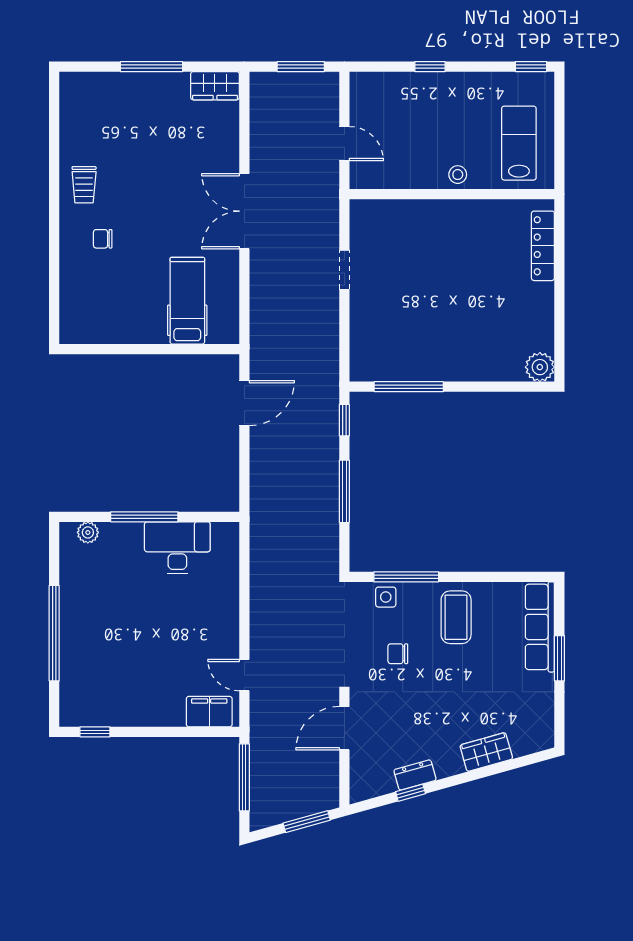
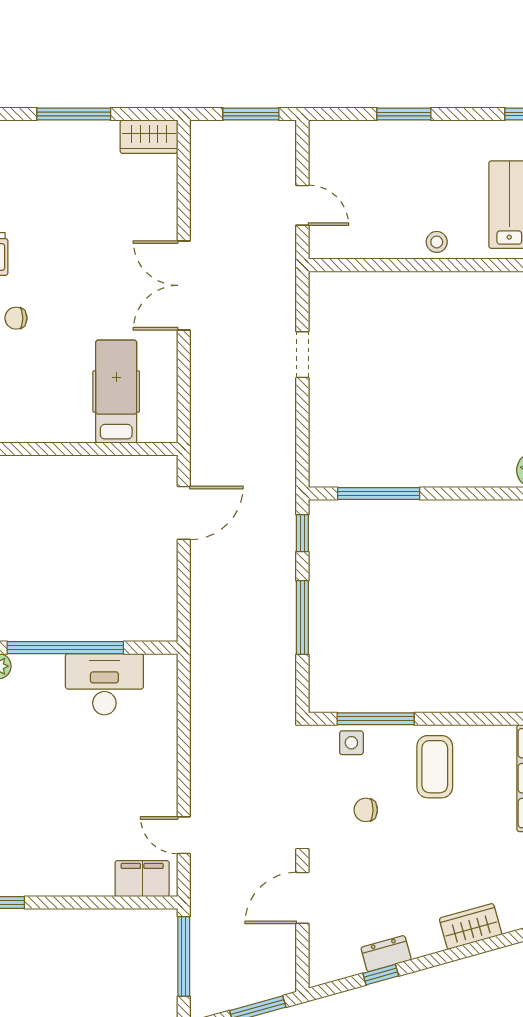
window: (430, 67) -> (404, 114), width x1.50
window: (144, 517) -> (65, 648), width x1.46

